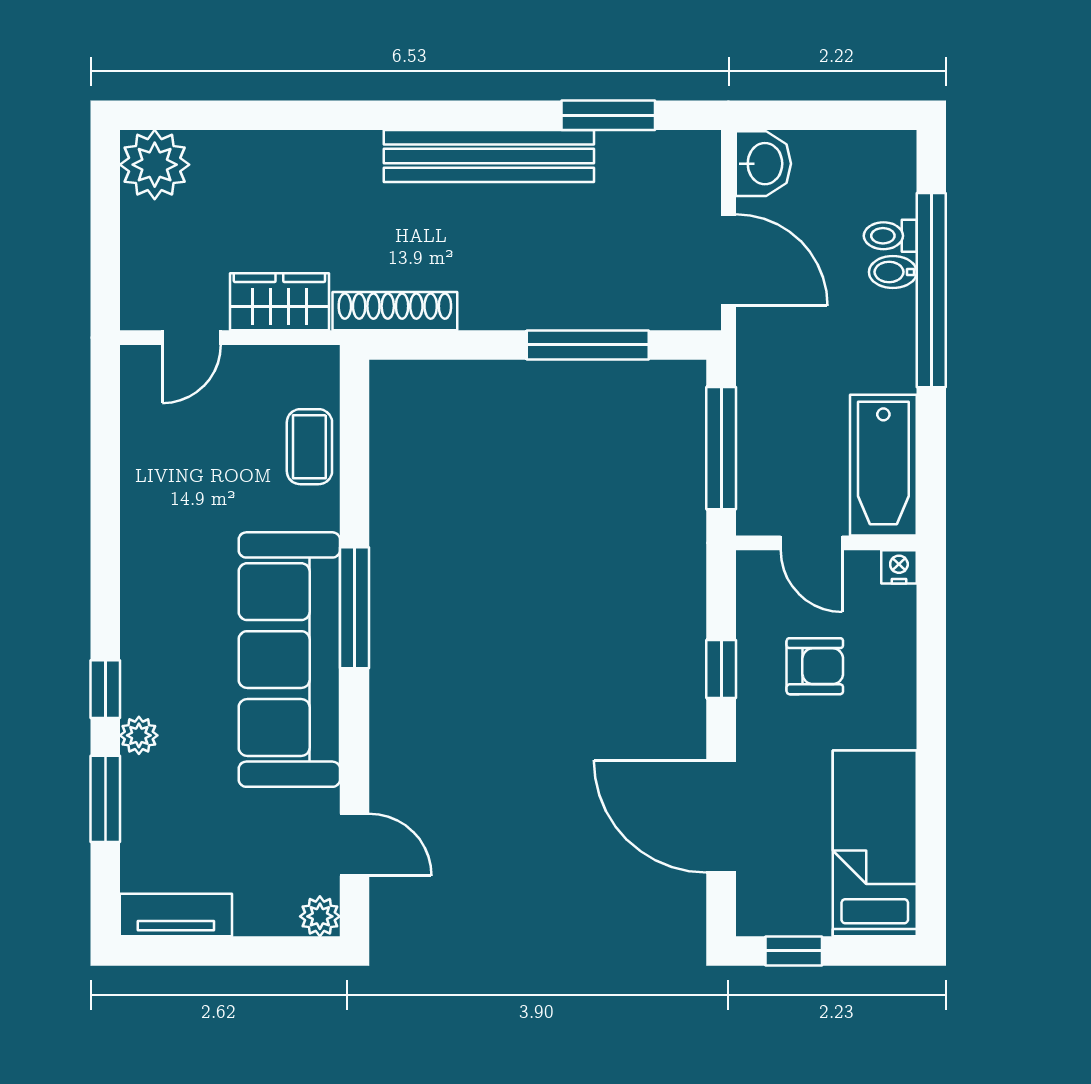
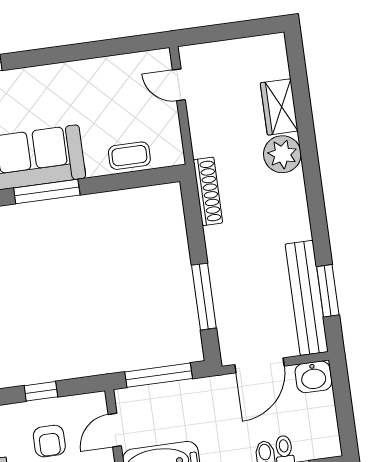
bench: (489, 156) -> (307, 298), moved
plant: (155, 165) -> (282, 154), moved
wardrobe: (279, 302) -> (279, 107), moved, turned 180

